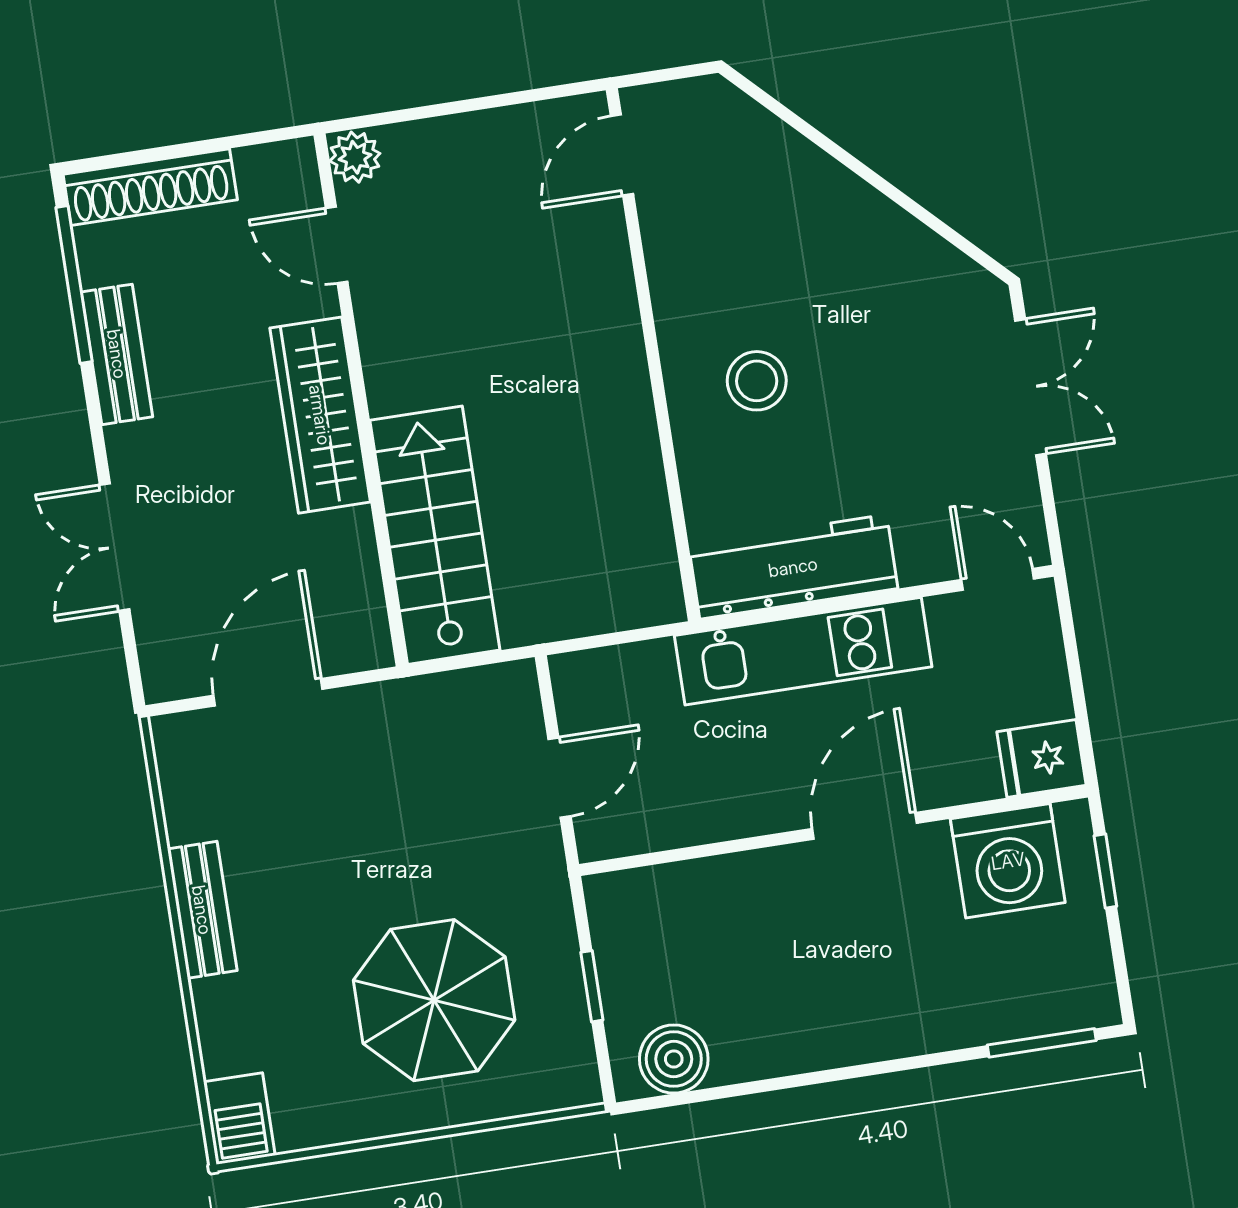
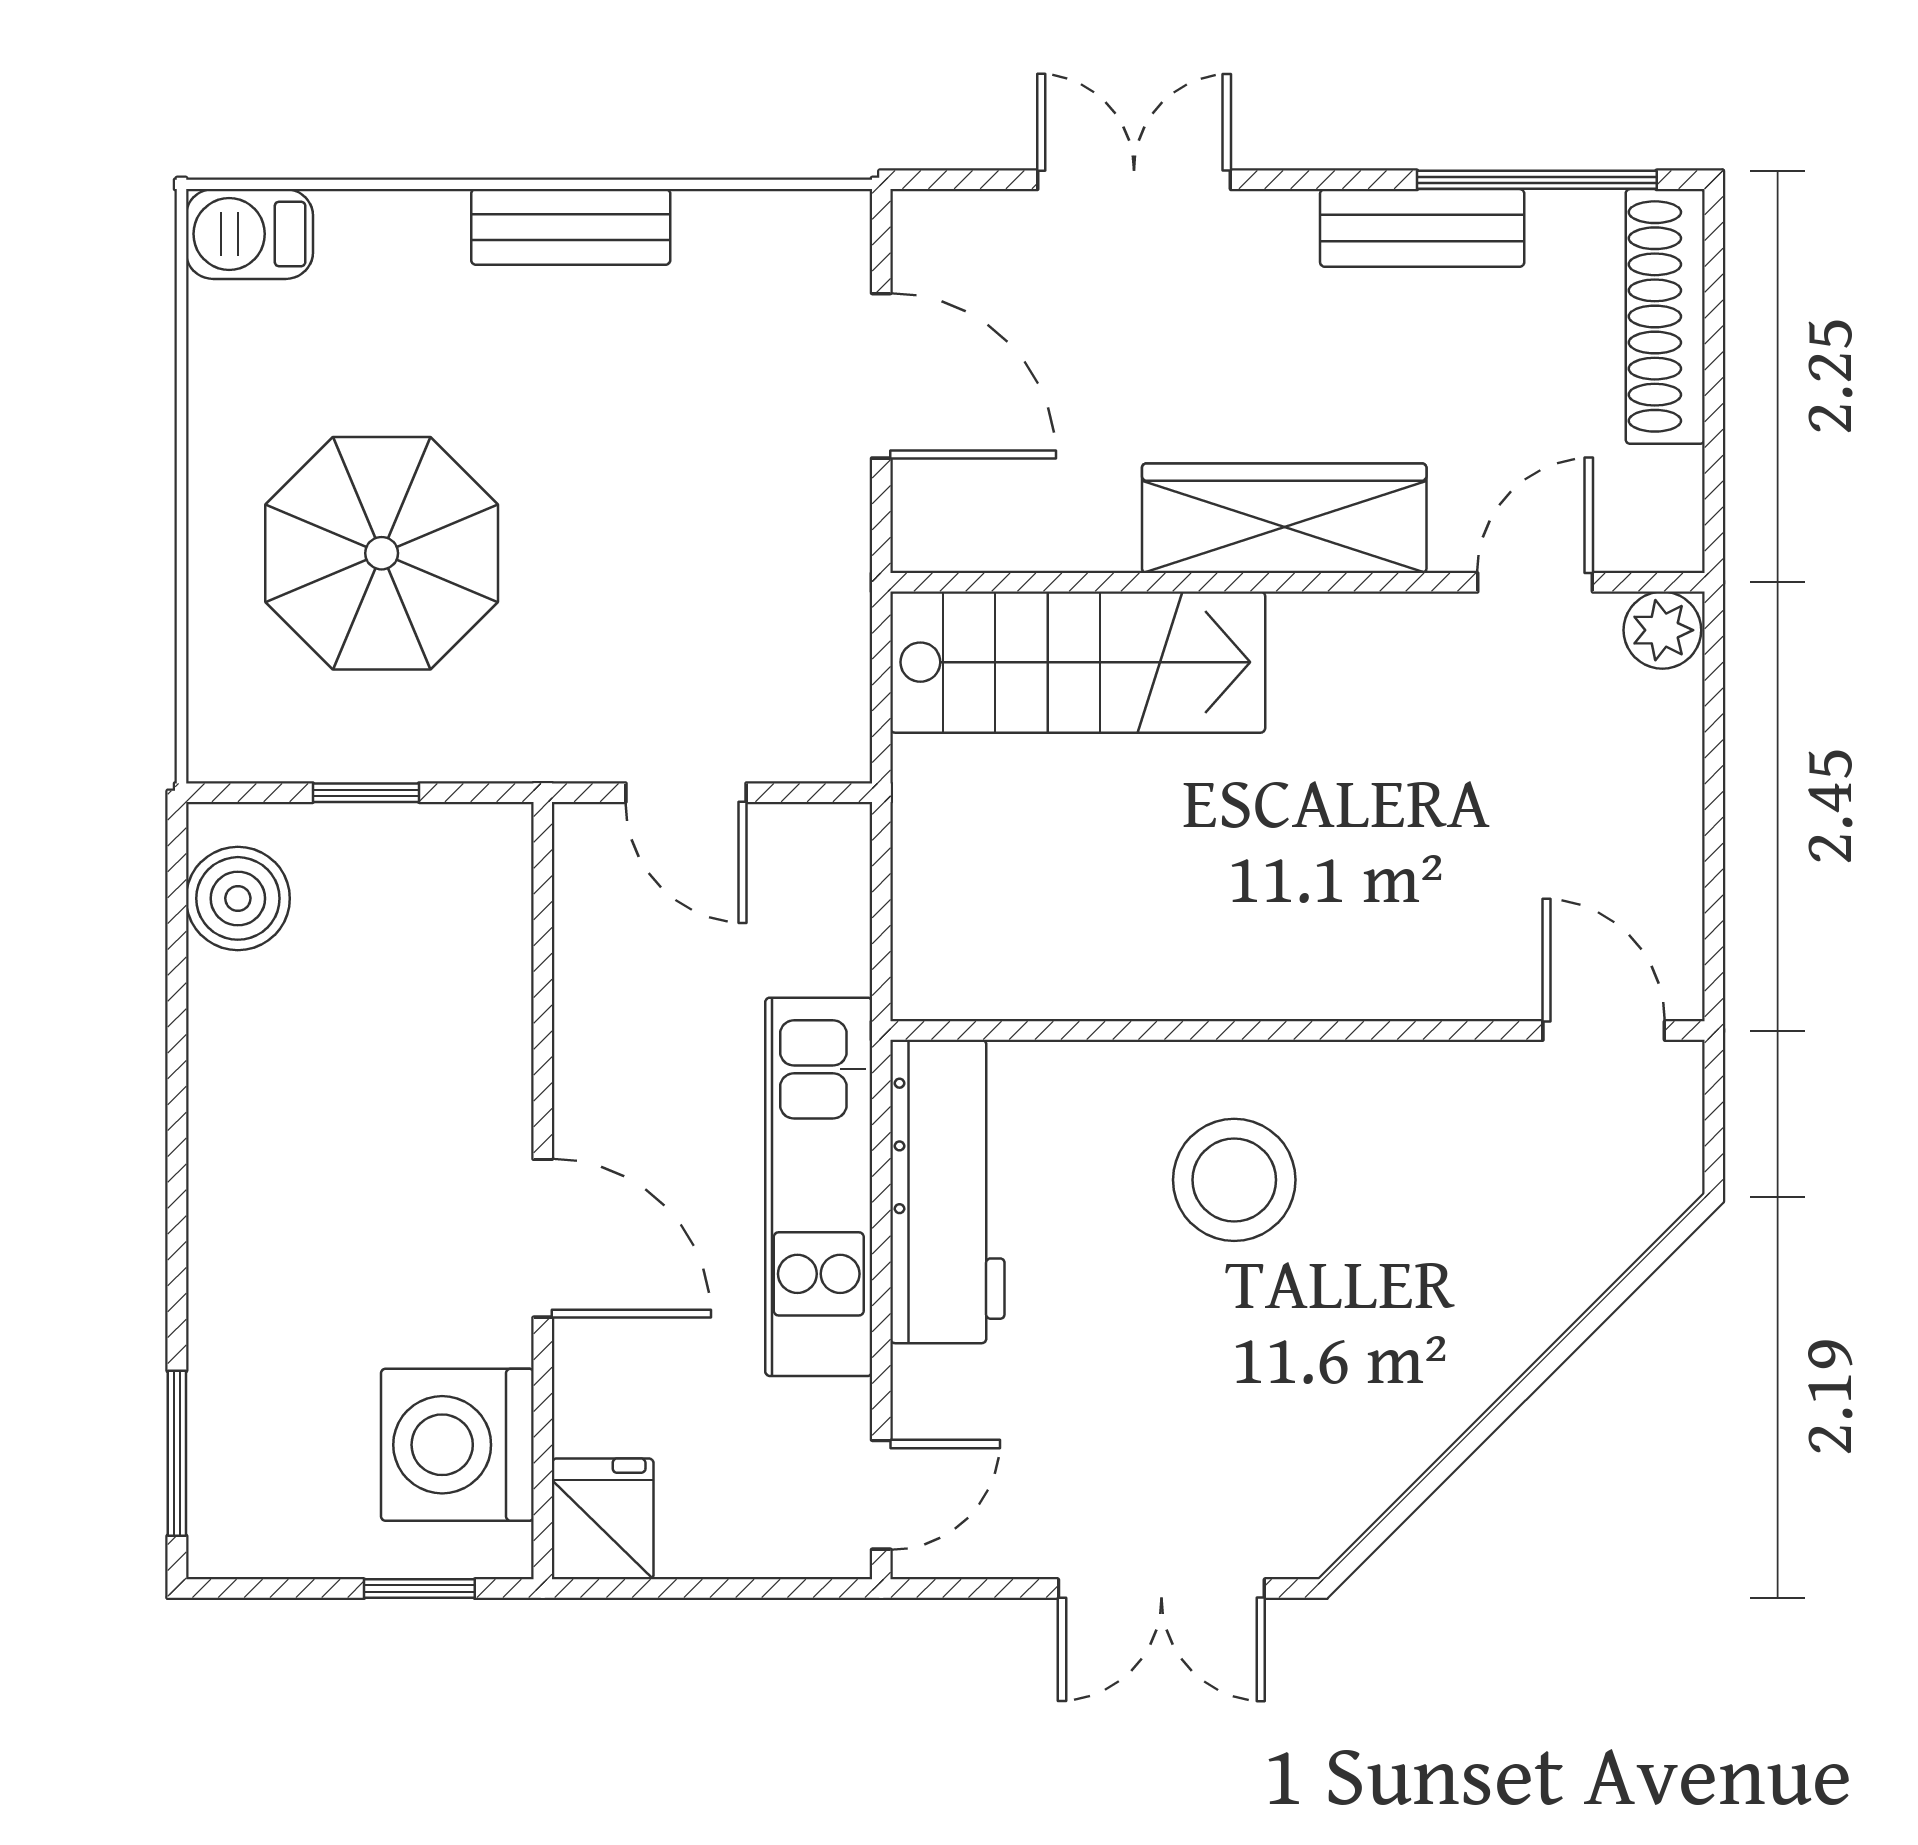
stool: (757, 381) -> (1234, 1180), width x1.38, depth x1.38

